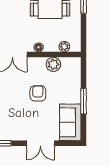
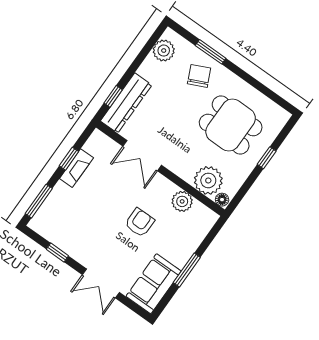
floor lamp: (39, 47) -> (222, 200), moved
plant: (64, 47) -> (208, 180), width x1.87, depth x1.87

